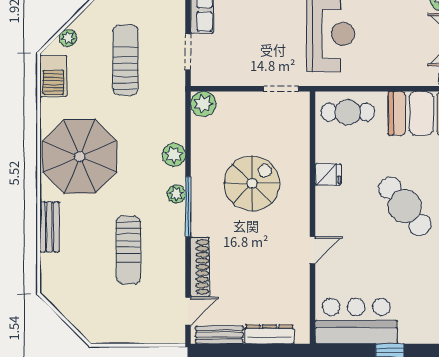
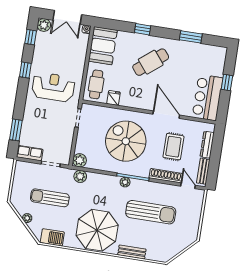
plant: (68, 38) -> (27, 218), moved
plant: (174, 155) -> (80, 176), moved
fridge: (328, 174) -> (114, 98), moved
spiral stairs: (252, 183) -> (126, 141), width x1.37, depth x1.37
sun lounger: (128, 250) -> (151, 212), width x1.36, depth x1.34
door: (313, 250) -> (166, 115), width x1.87
rug: (256, 273) -> (173, 147), added

